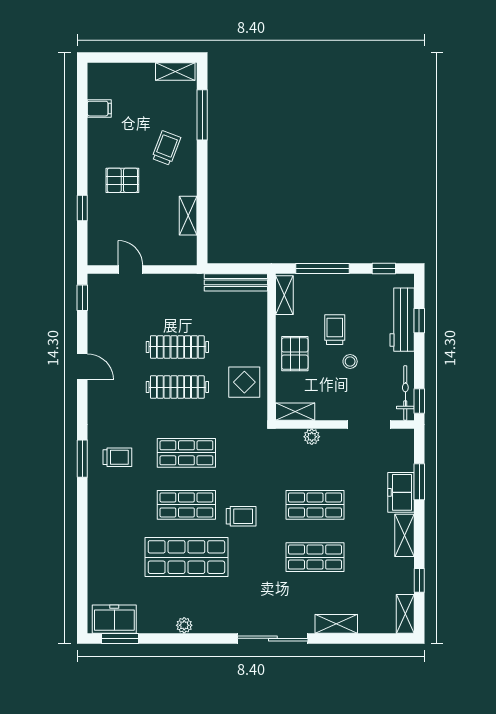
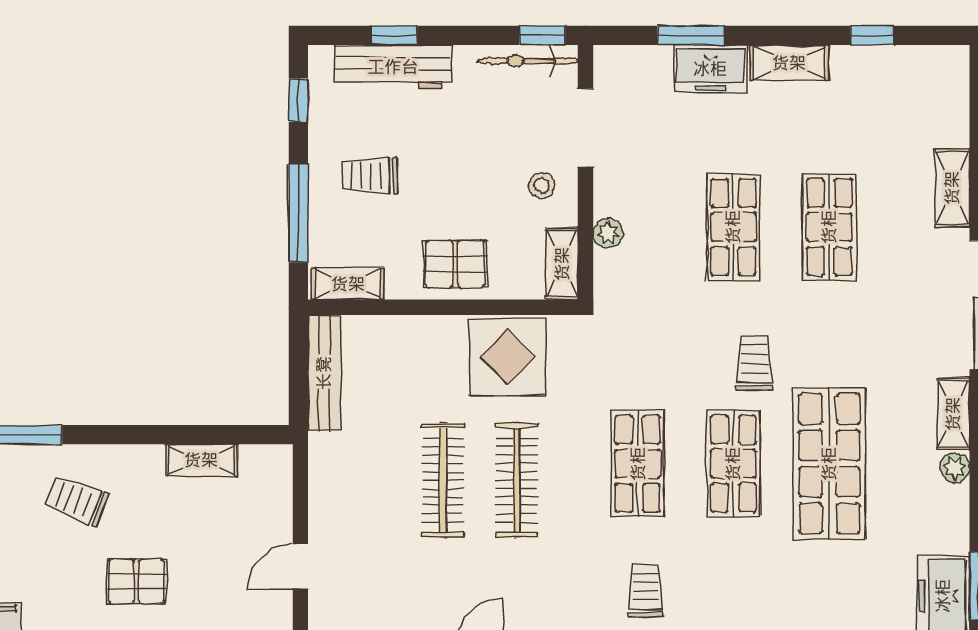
pallet: (122, 180) -> (136, 581), turned 90
trolley: (335, 330) -> (370, 176), moved
stool: (350, 361) -> (542, 185), moved
display table: (244, 382) -> (507, 357), width x1.36, depth x1.36
shelving: (405, 614) -> (953, 414), moved, turned 90

